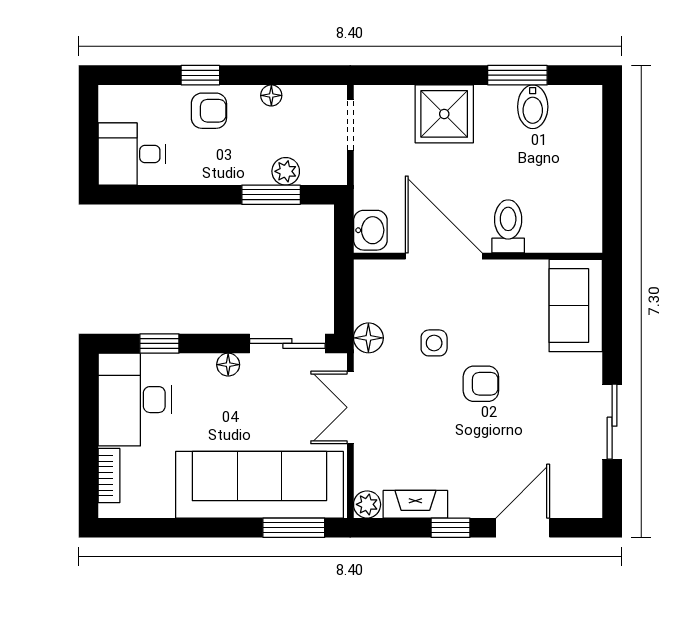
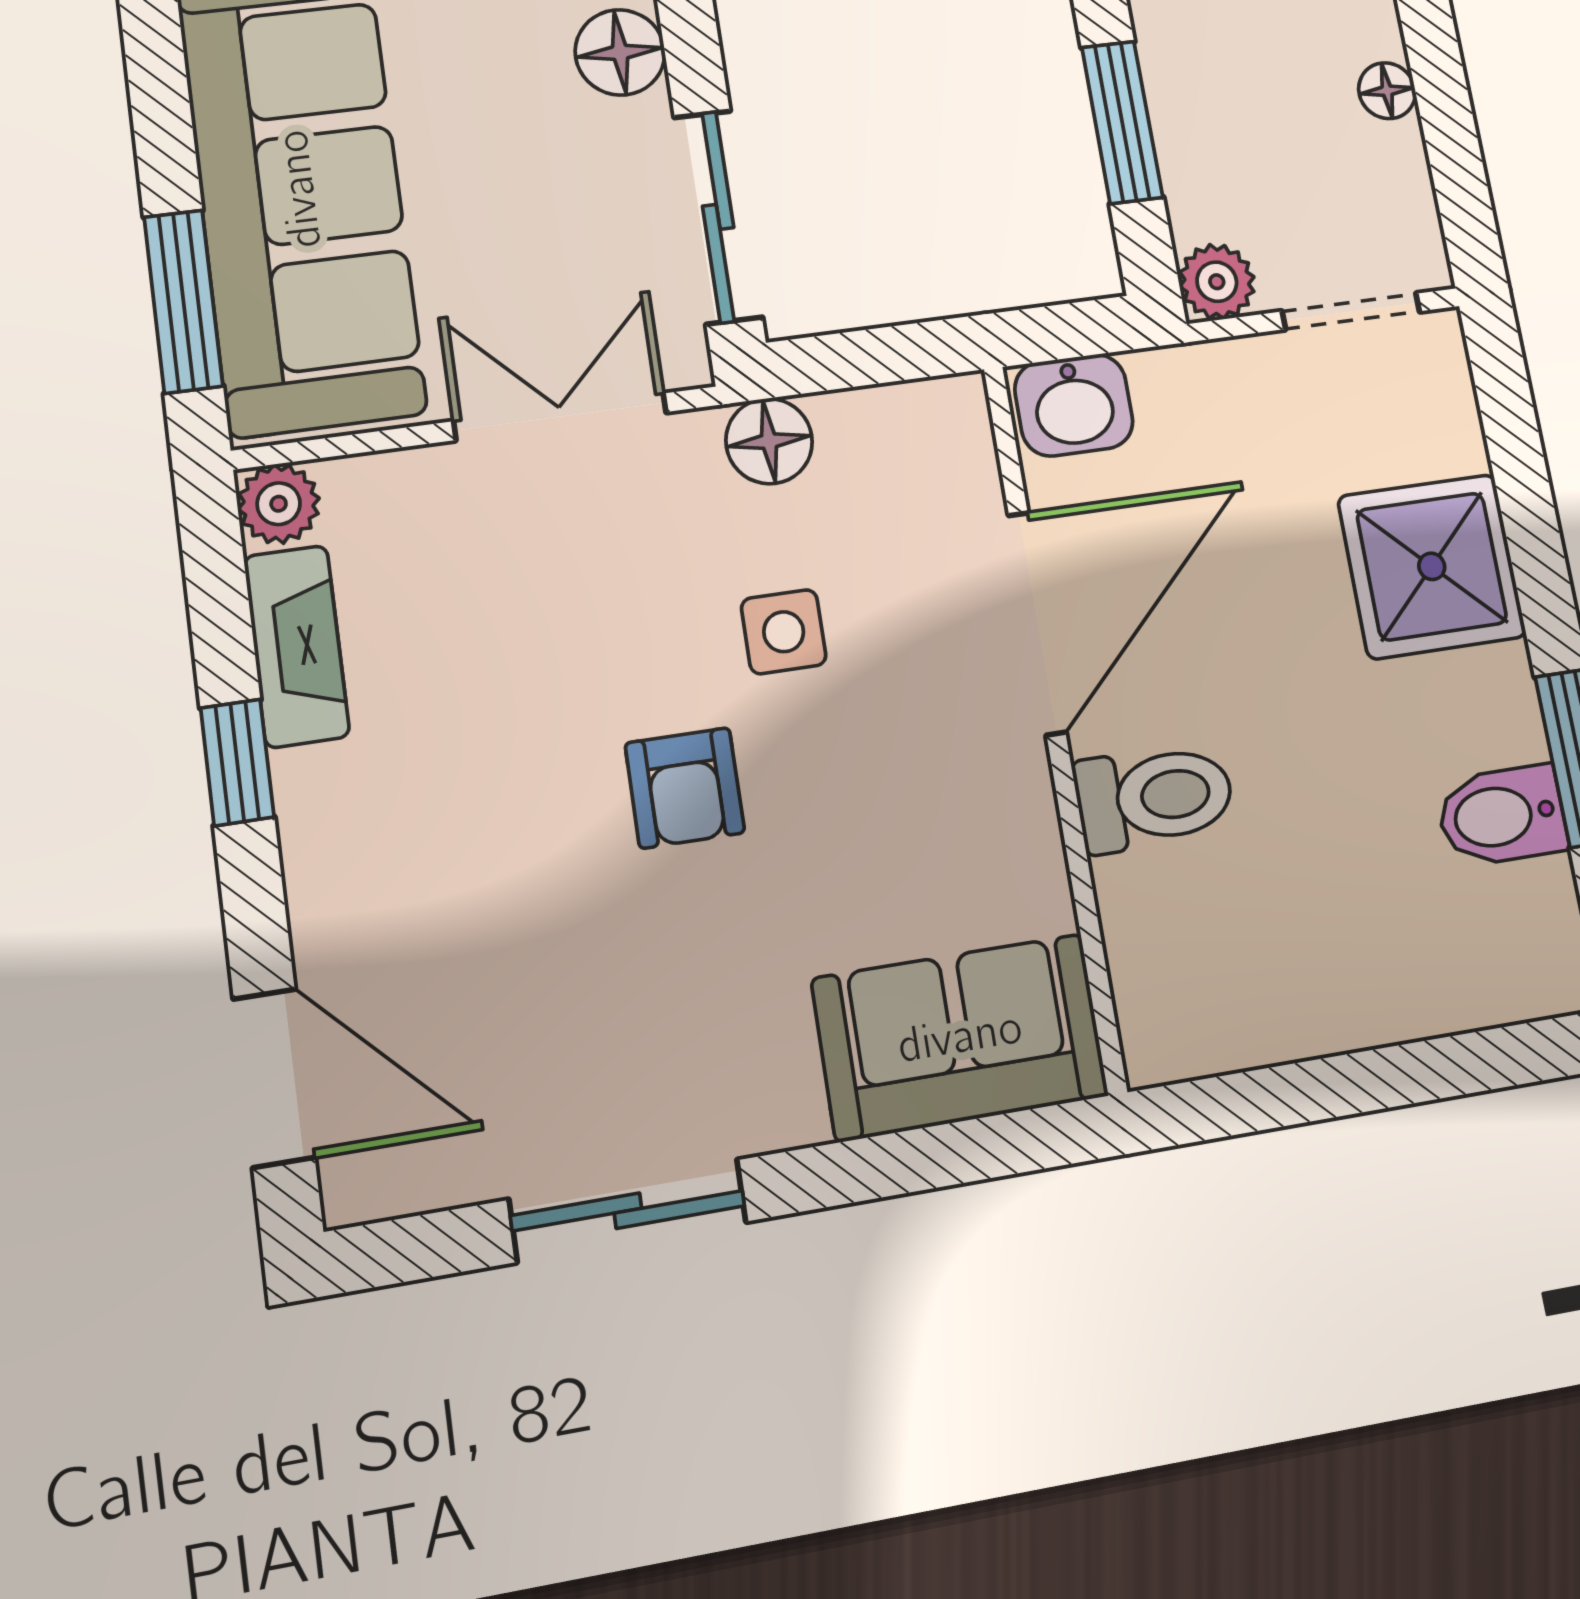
plant: (286, 171) -> (1217, 282), moved
floor lamp: (228, 365) -> (620, 52), width x1.37, depth x1.37
door: (523, 528) -> (274, 1078), moved

